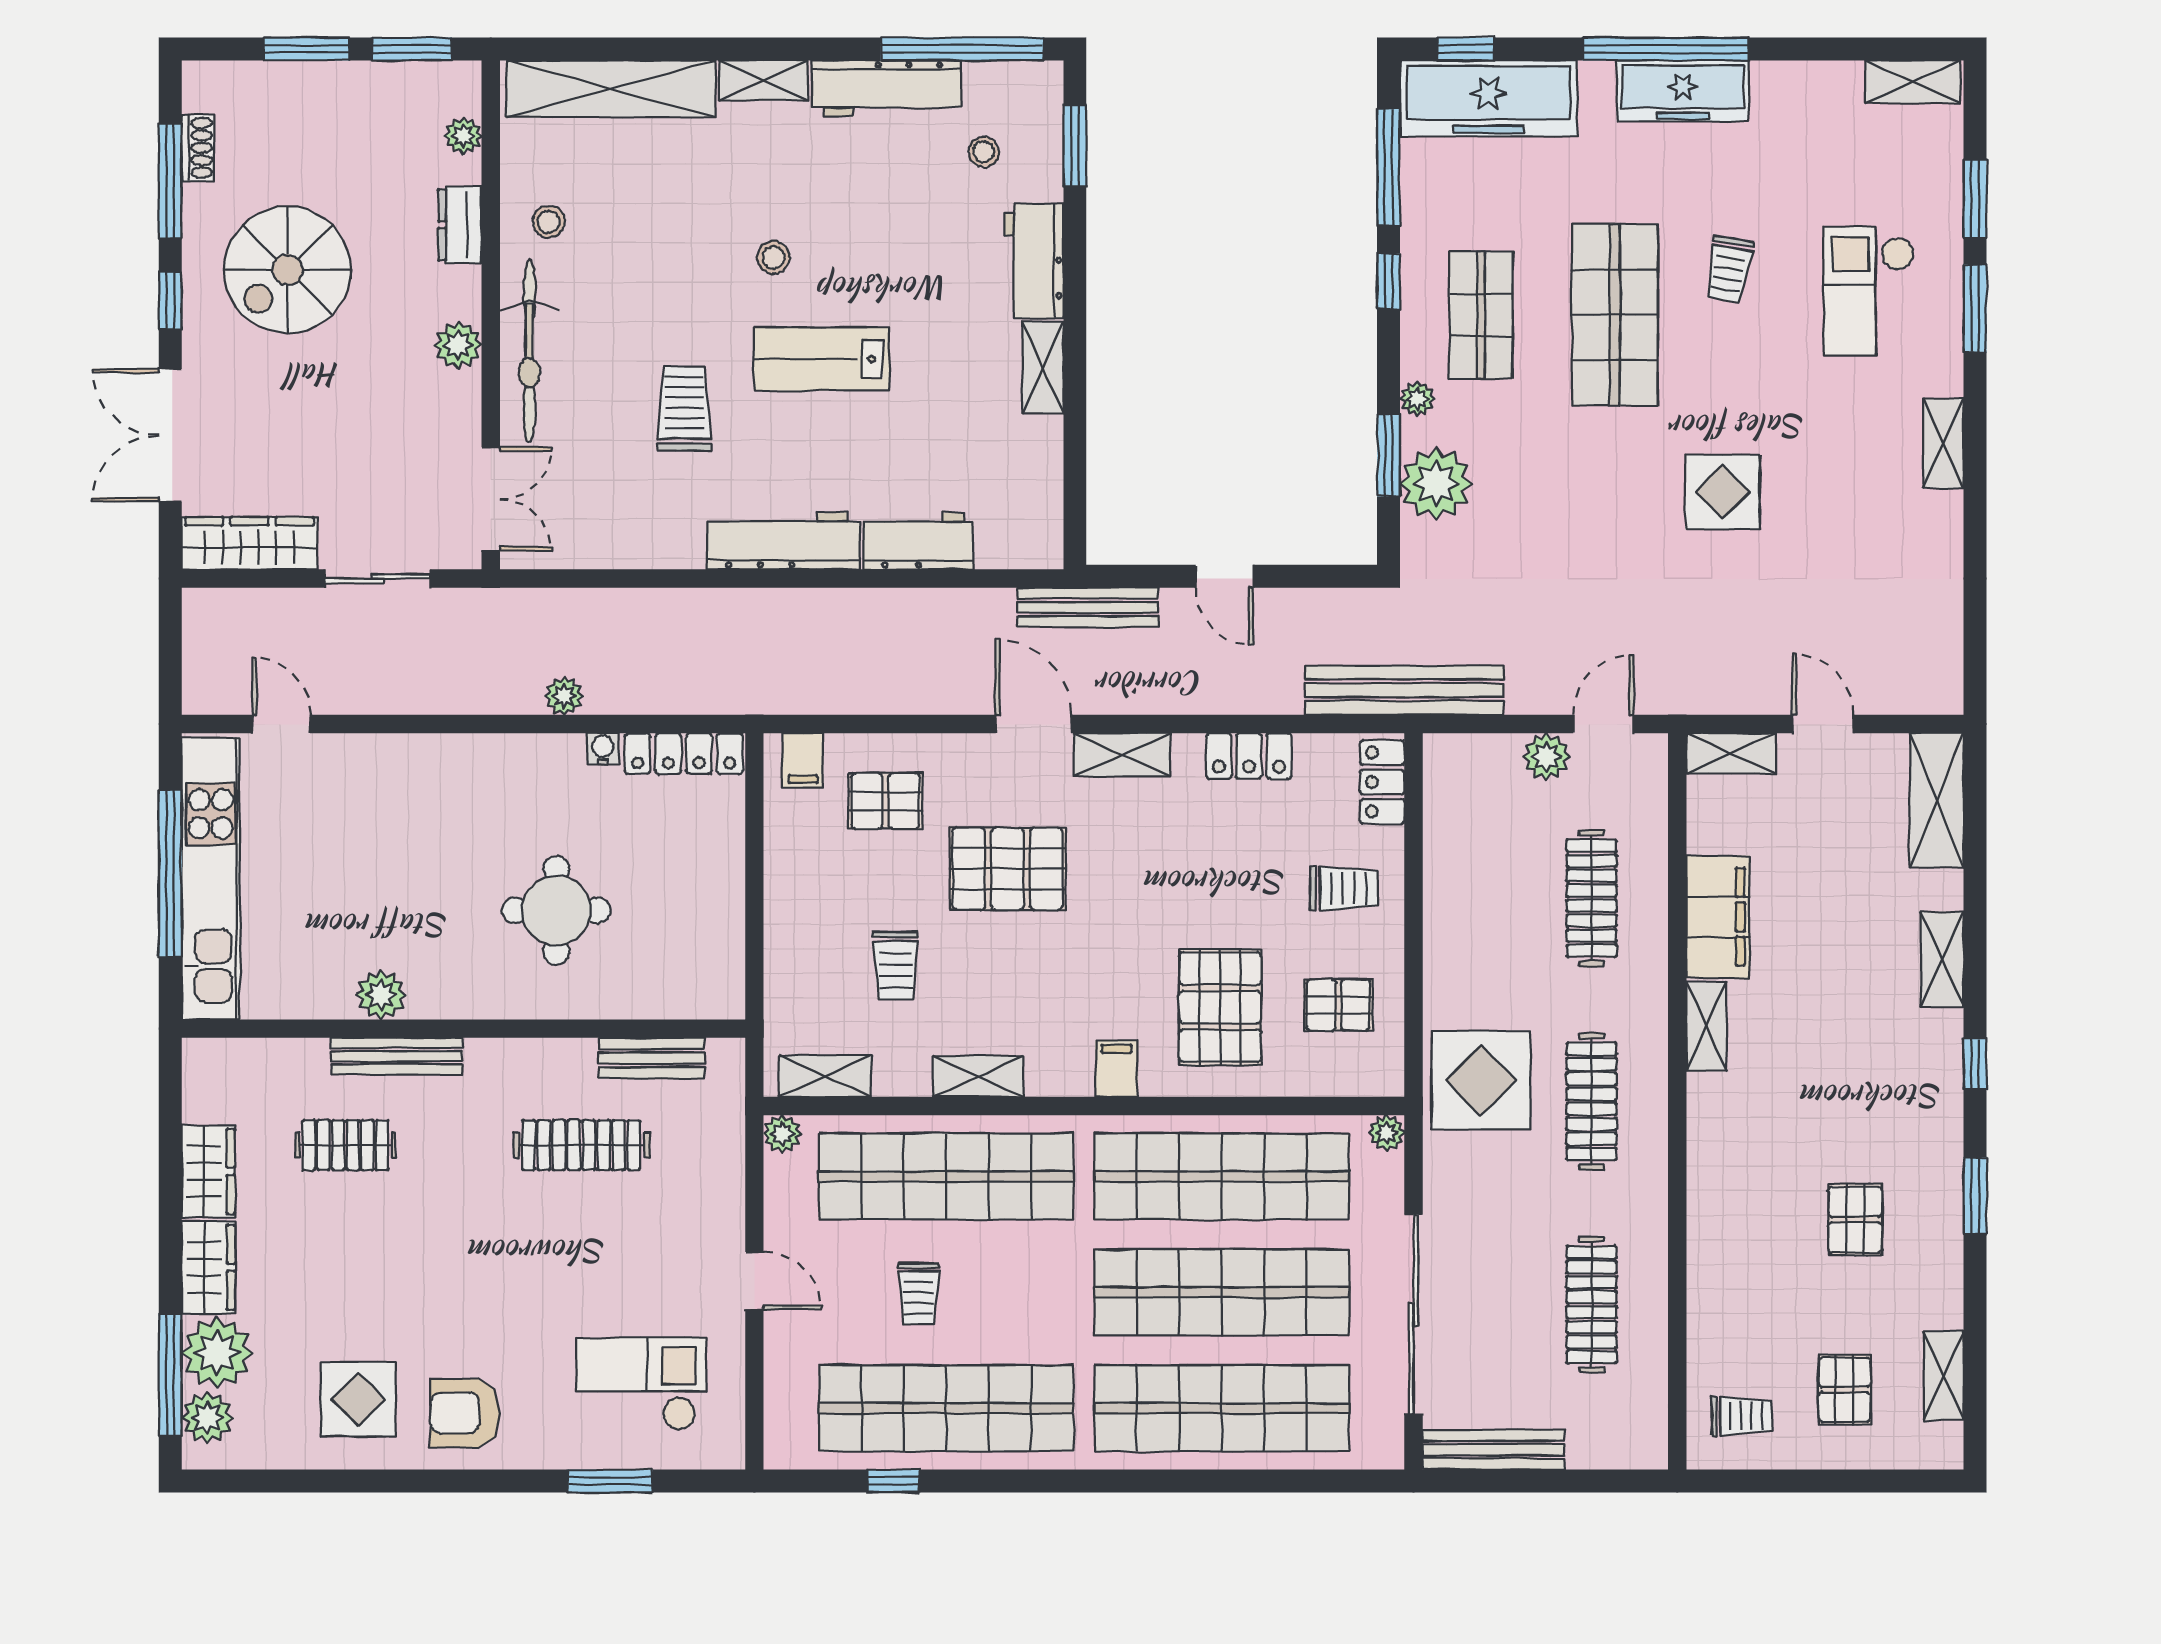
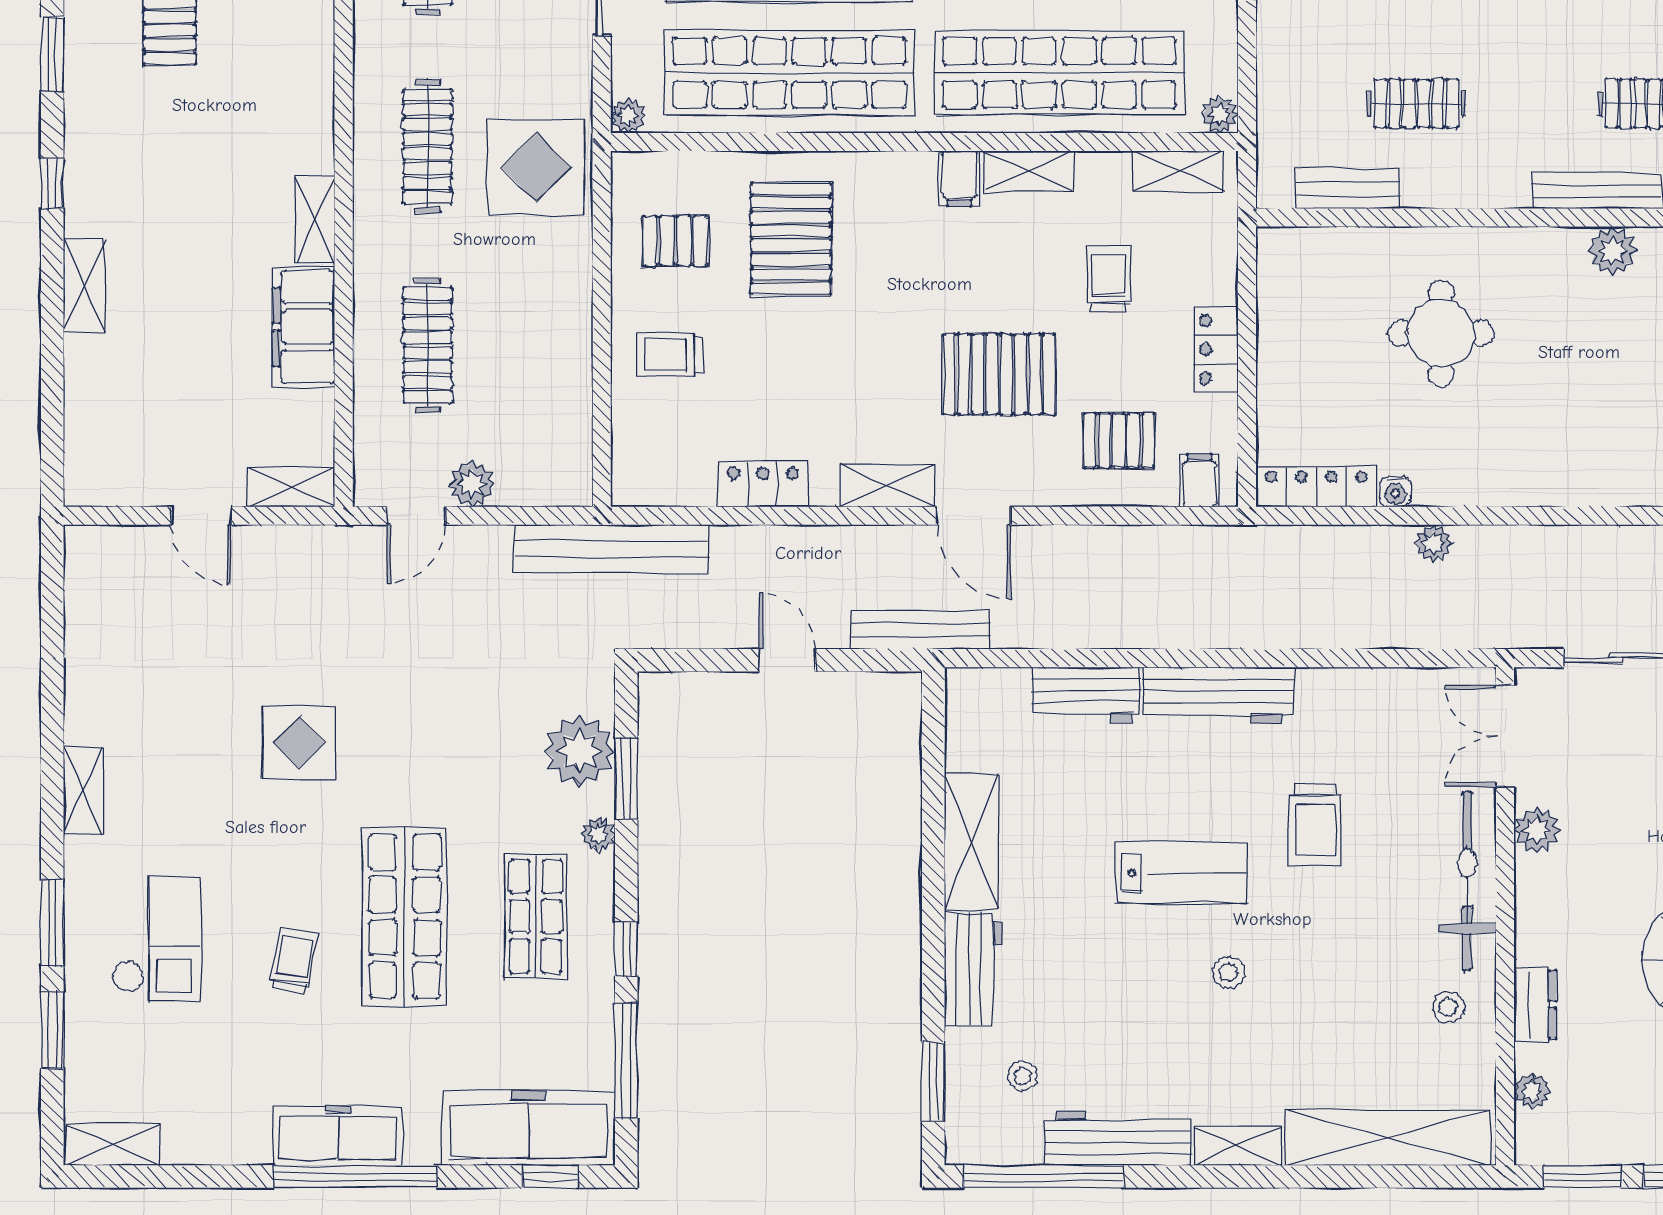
plant: (458, 345) -> (1537, 830), moved
shelving: (1043, 368) -> (971, 842), width x1.50, depth x1.33
locker: (1382, 782) -> (1216, 349), moved, turned 180
shelving: (1937, 800) -> (90, 441), removed
filing cabinet: (1117, 1069) -> (959, 178), moved
clothes rail: (581, 1145) -> (1416, 104), width x0.73

